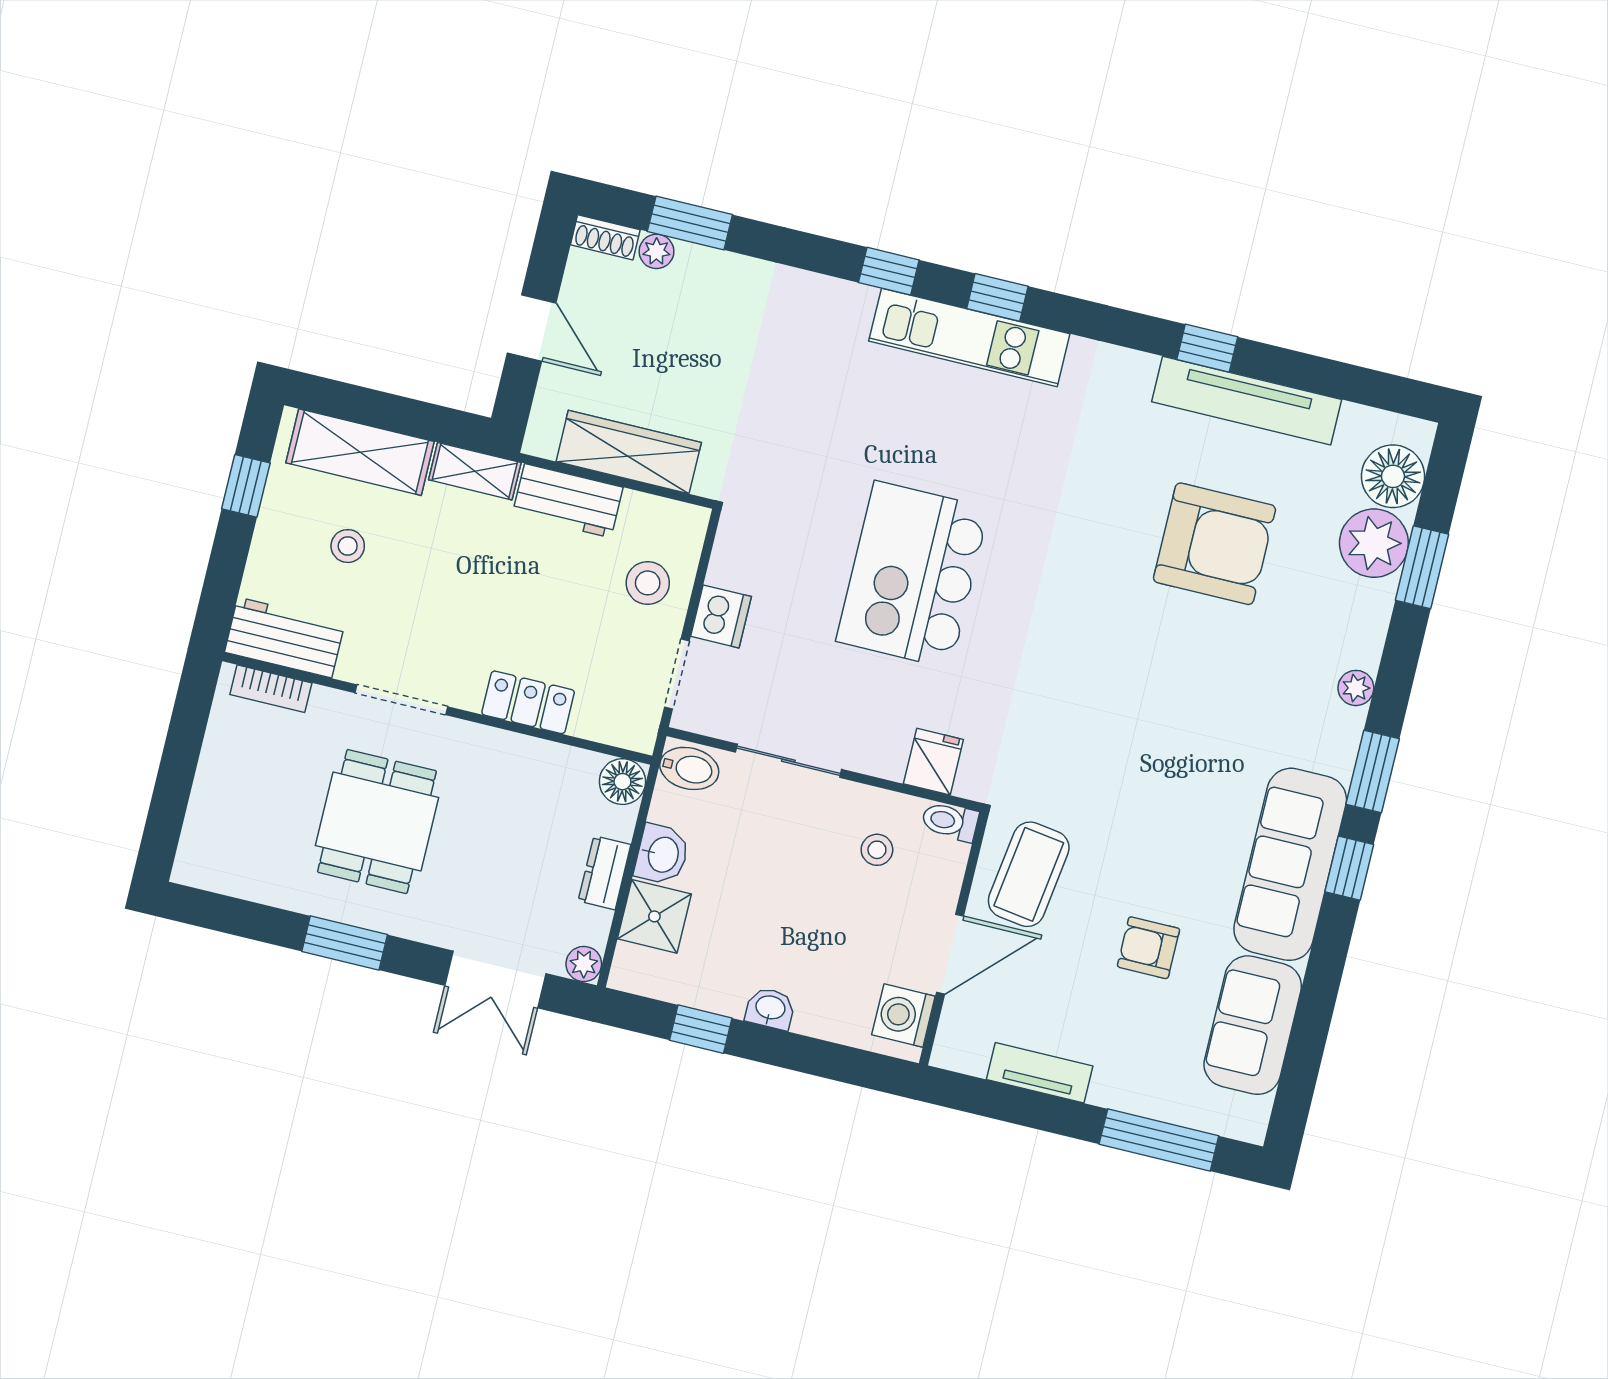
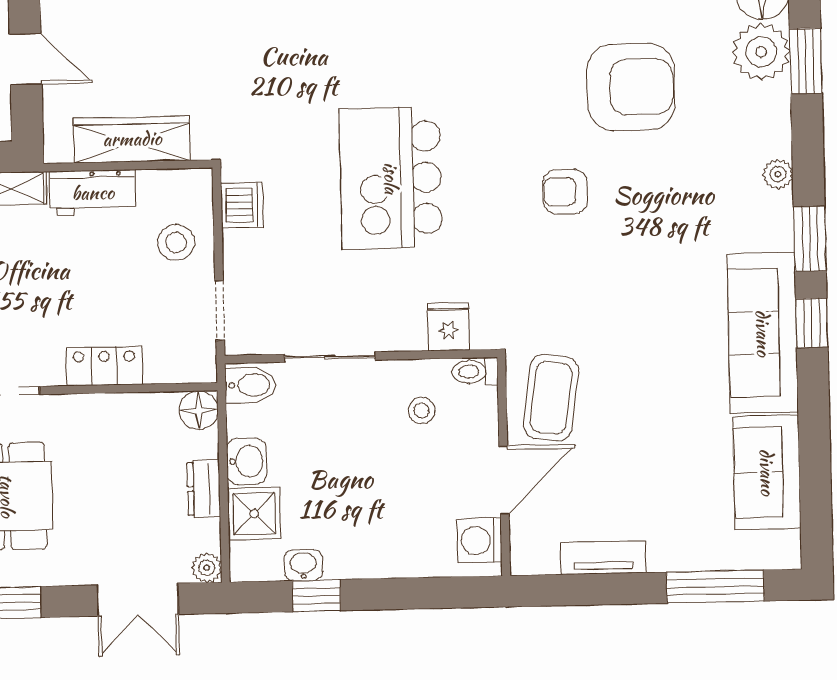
dishwasher: (721, 616) -> (242, 205), moved
armchair: (1148, 948) -> (565, 192), moved
washbasin: (770, 1008) -> (303, 565), moved

